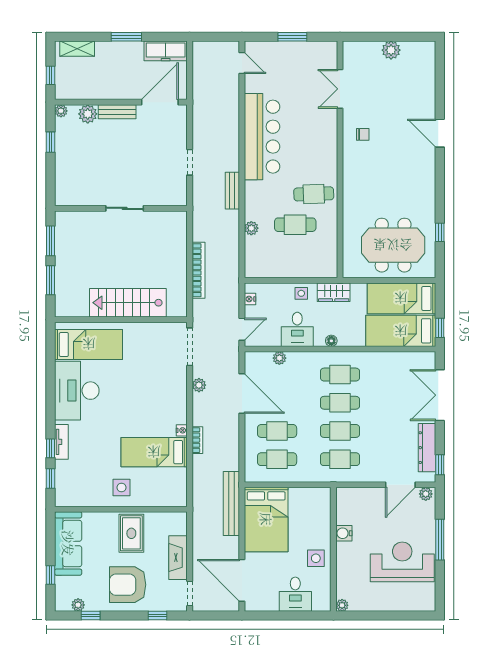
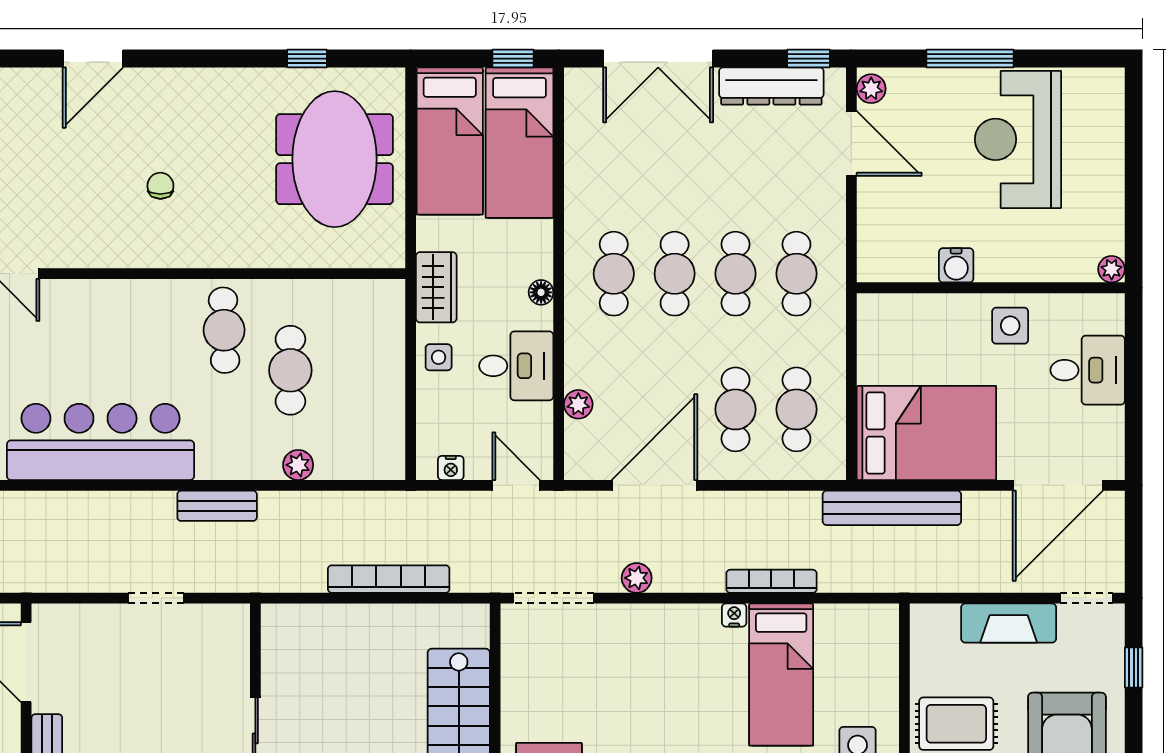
chair: (363, 134) -> (160, 186), moved
bookcase: (197, 440) -> (771, 581), width x1.56

